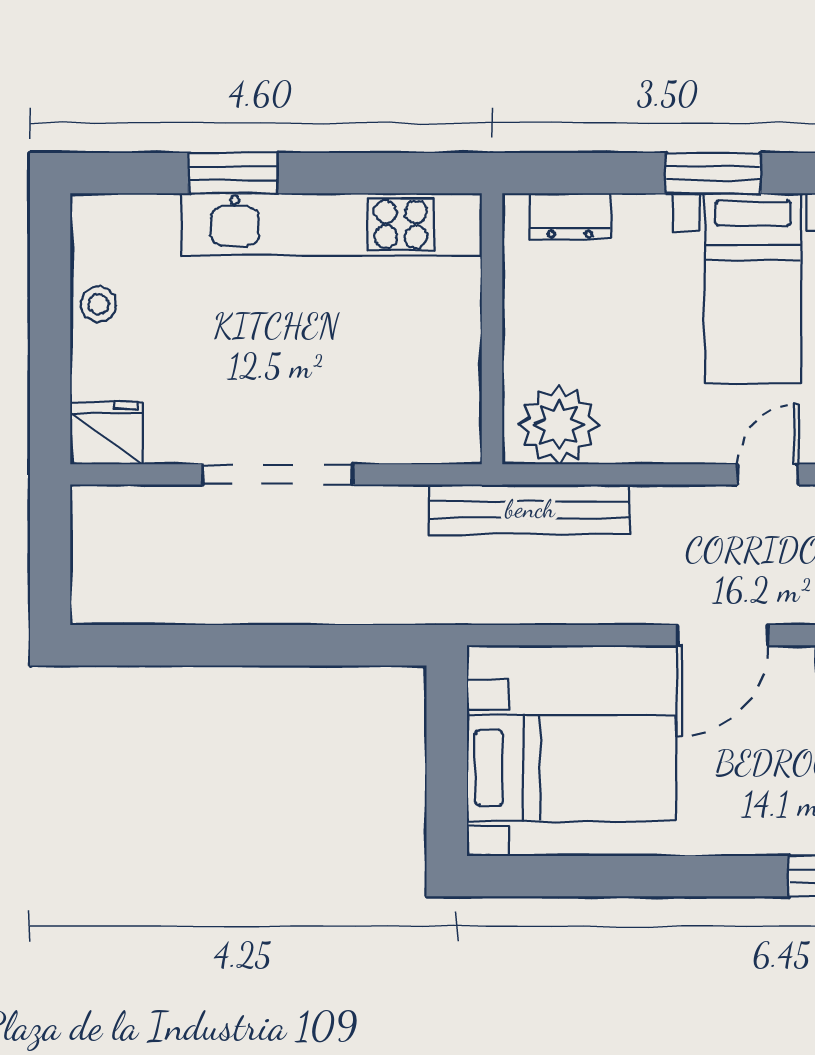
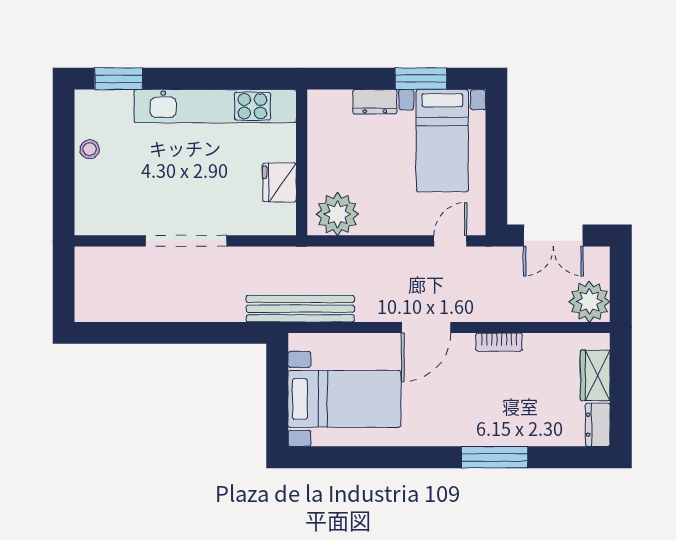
window: (233, 173) -> (118, 79), moved
dresser: (570, 216) -> (375, 102), moved
fridge: (107, 433) -> (279, 182), moved, turned -90
bench: (530, 509) -> (300, 309), moved

